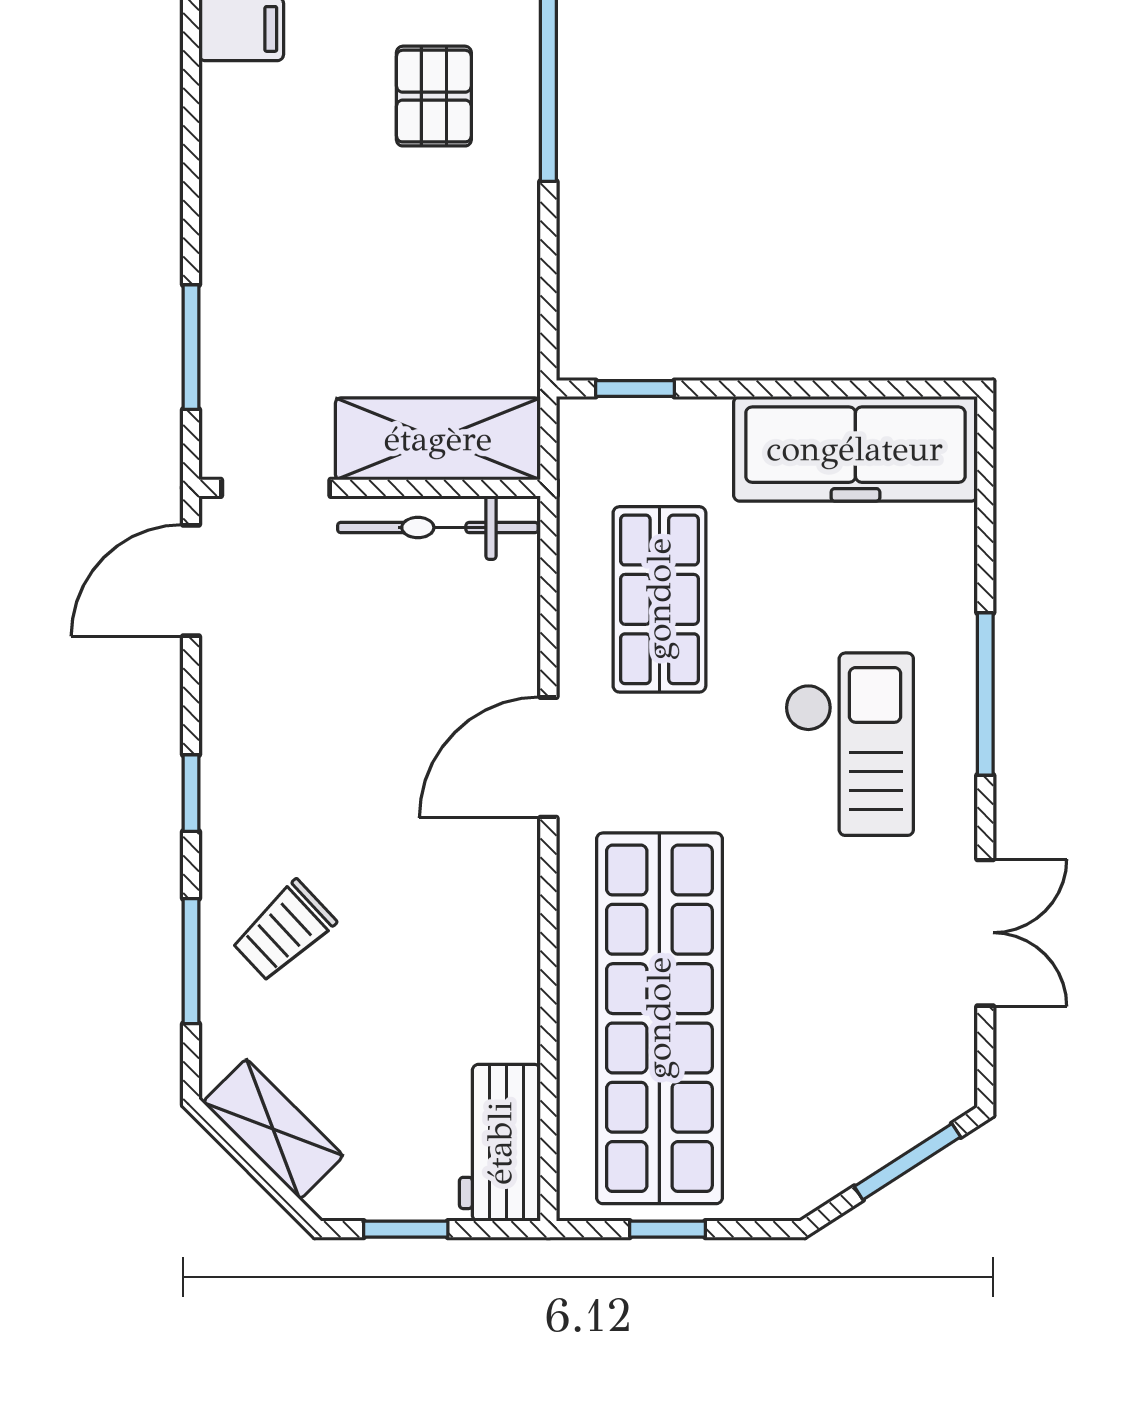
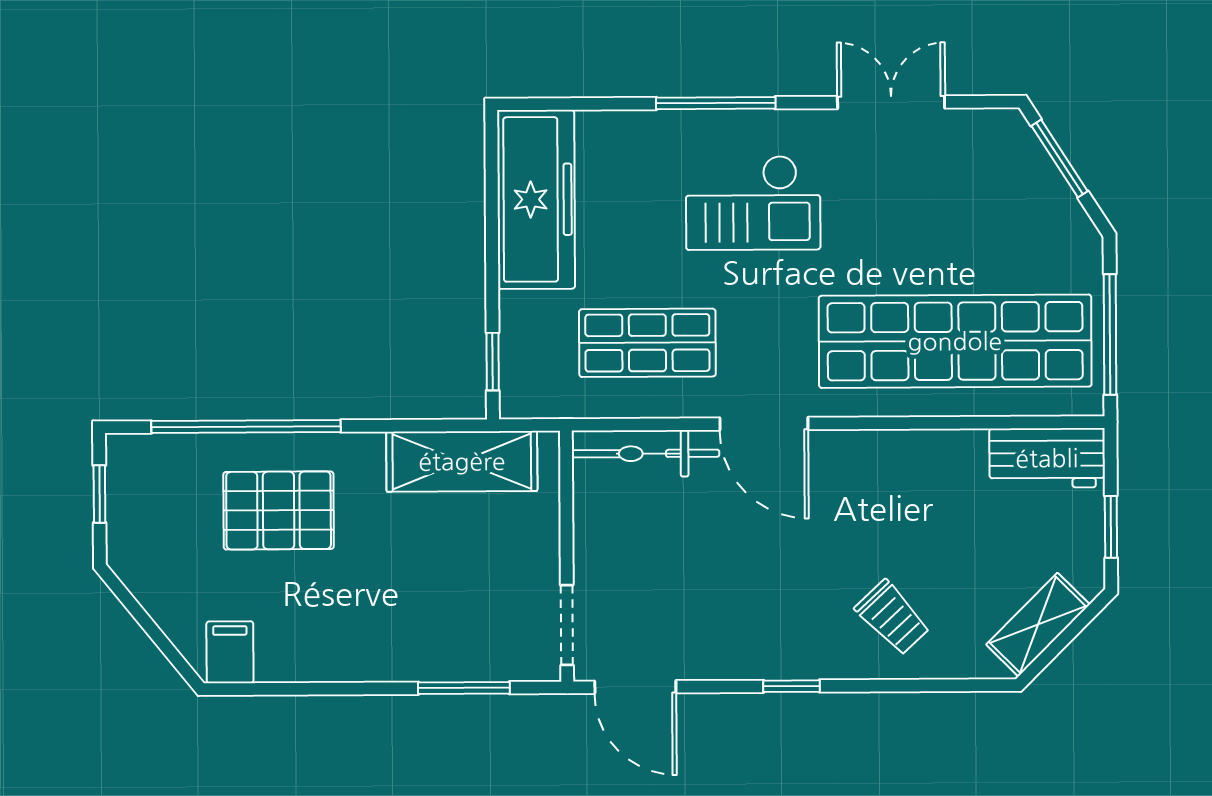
pallet: (434, 96) -> (279, 510), width x1.50, depth x1.42
shelving: (438, 439) -> (462, 461), moved, turned 90
bicycle: (438, 528) -> (646, 454), moved, turned 90
checkout: (849, 744) -> (753, 203), turned 180
window: (191, 961) -> (915, 686), removed
window: (668, 1229) -> (1110, 334), width x2.17

